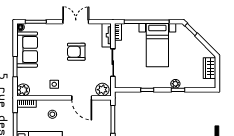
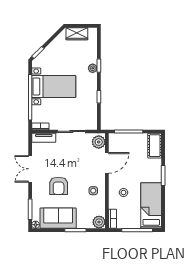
armchair: (76, 52) -> (59, 186), moved

